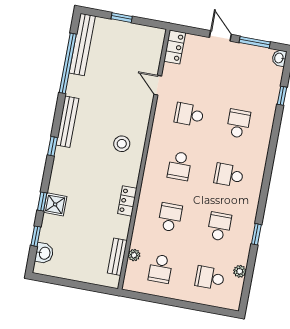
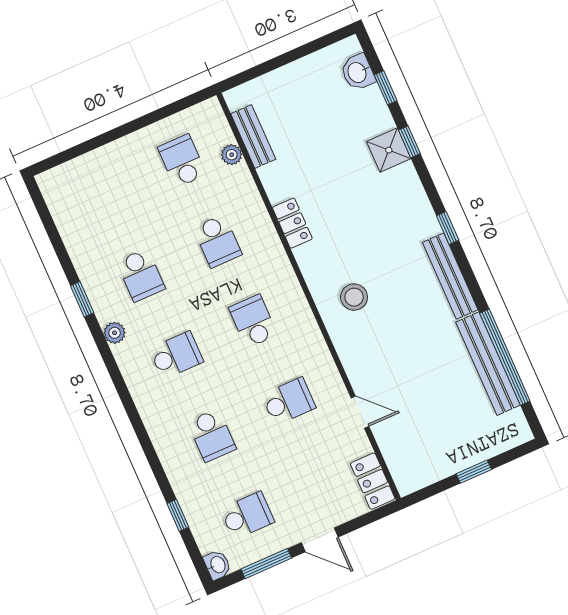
bench: (82, 45) -> (488, 364), moved
plant: (240, 271) -> (115, 333), moved
school desk: (210, 278) -> (247, 515), moved

